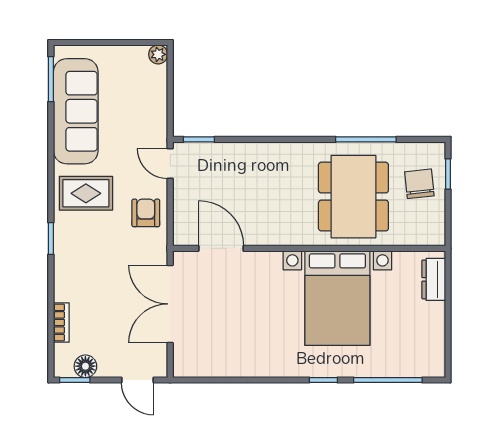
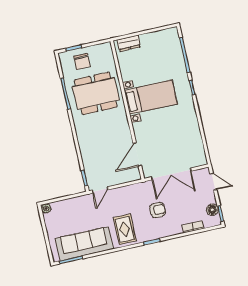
chair: (419, 184) -> (82, 61), turned -84
armchair: (146, 213) -> (158, 210), moved, turned 180
bed with nightstands: (337, 298) -> (151, 97), width x0.73
door: (138, 380) -> (213, 182), hinge flipped

